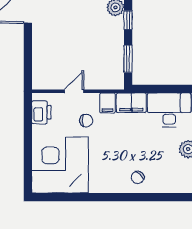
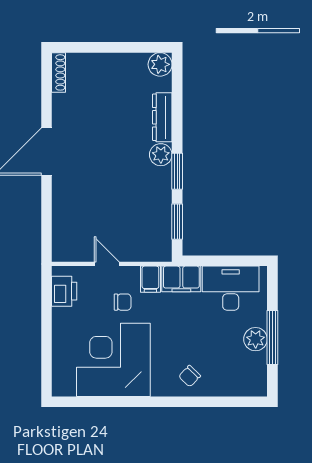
window: (128, 20) -> (177, 171), width x1.50
door: (74, 91) -> (107, 264), hinge flipped
corner desk: (60, 165) -> (113, 360), moved

